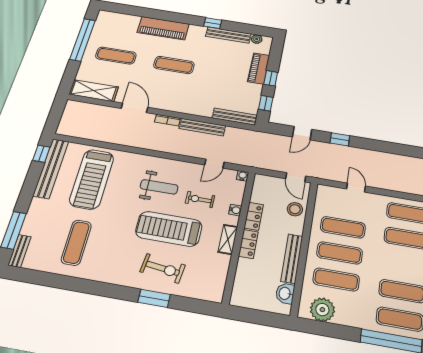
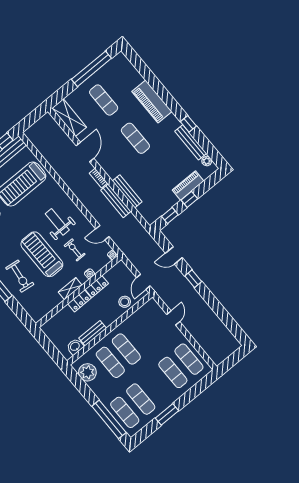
bench: (235, 117) -> (127, 191), moved
weight bench: (159, 187) -> (57, 222), turned 180
exercise mat: (343, 227) -> (142, 336), removed
bench: (292, 259) -> (93, 333), width x0.73

